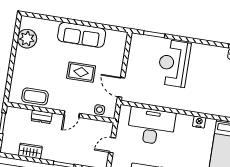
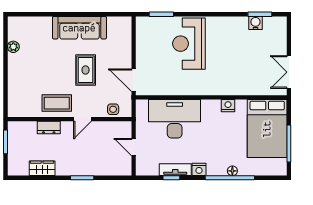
plant: (27, 39) -> (13, 47), width x0.53, depth x0.53
rug: (81, 72) -> (86, 70), turned 90
coffee table: (35, 96) -> (57, 103), moved
door: (112, 145) -> (134, 147), hinge flipped

